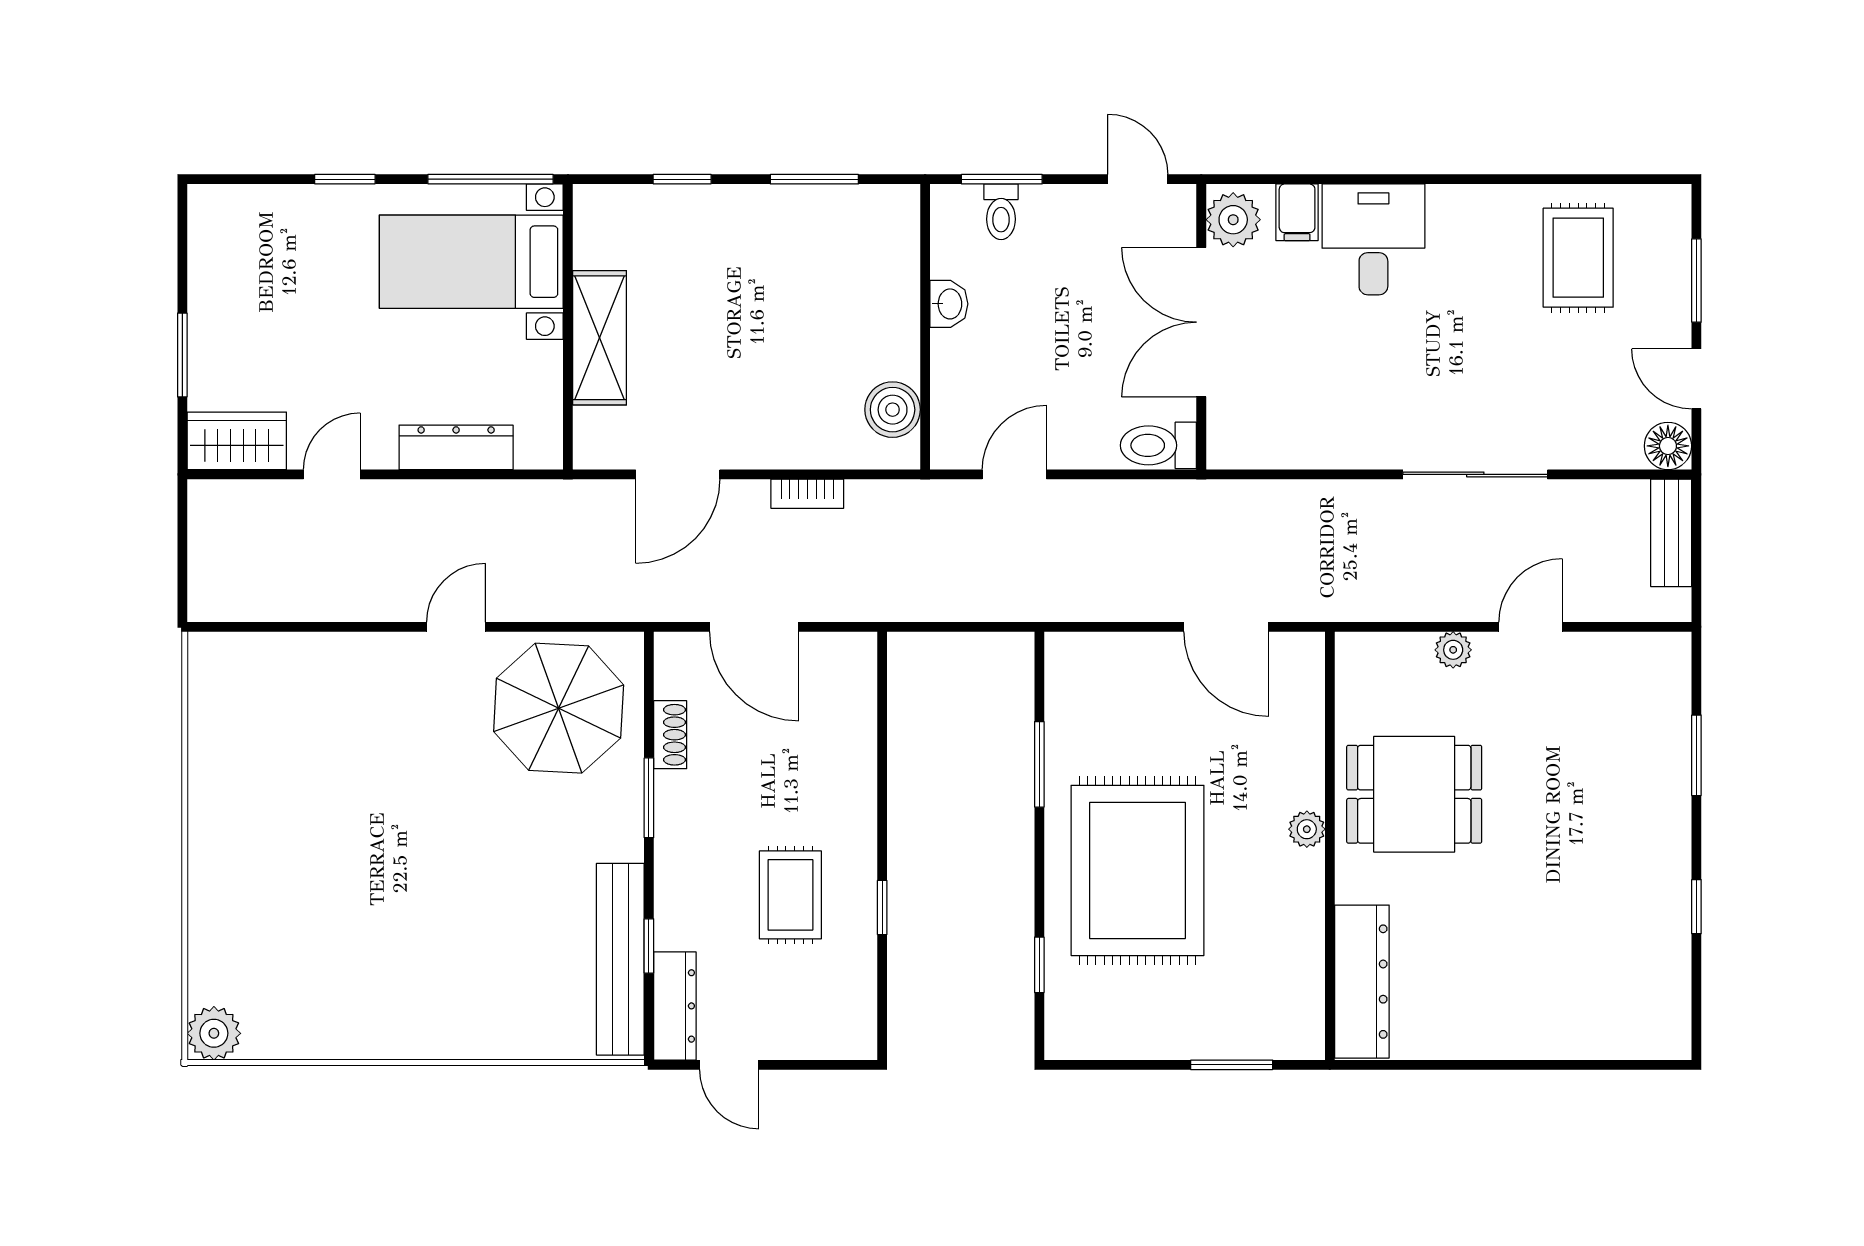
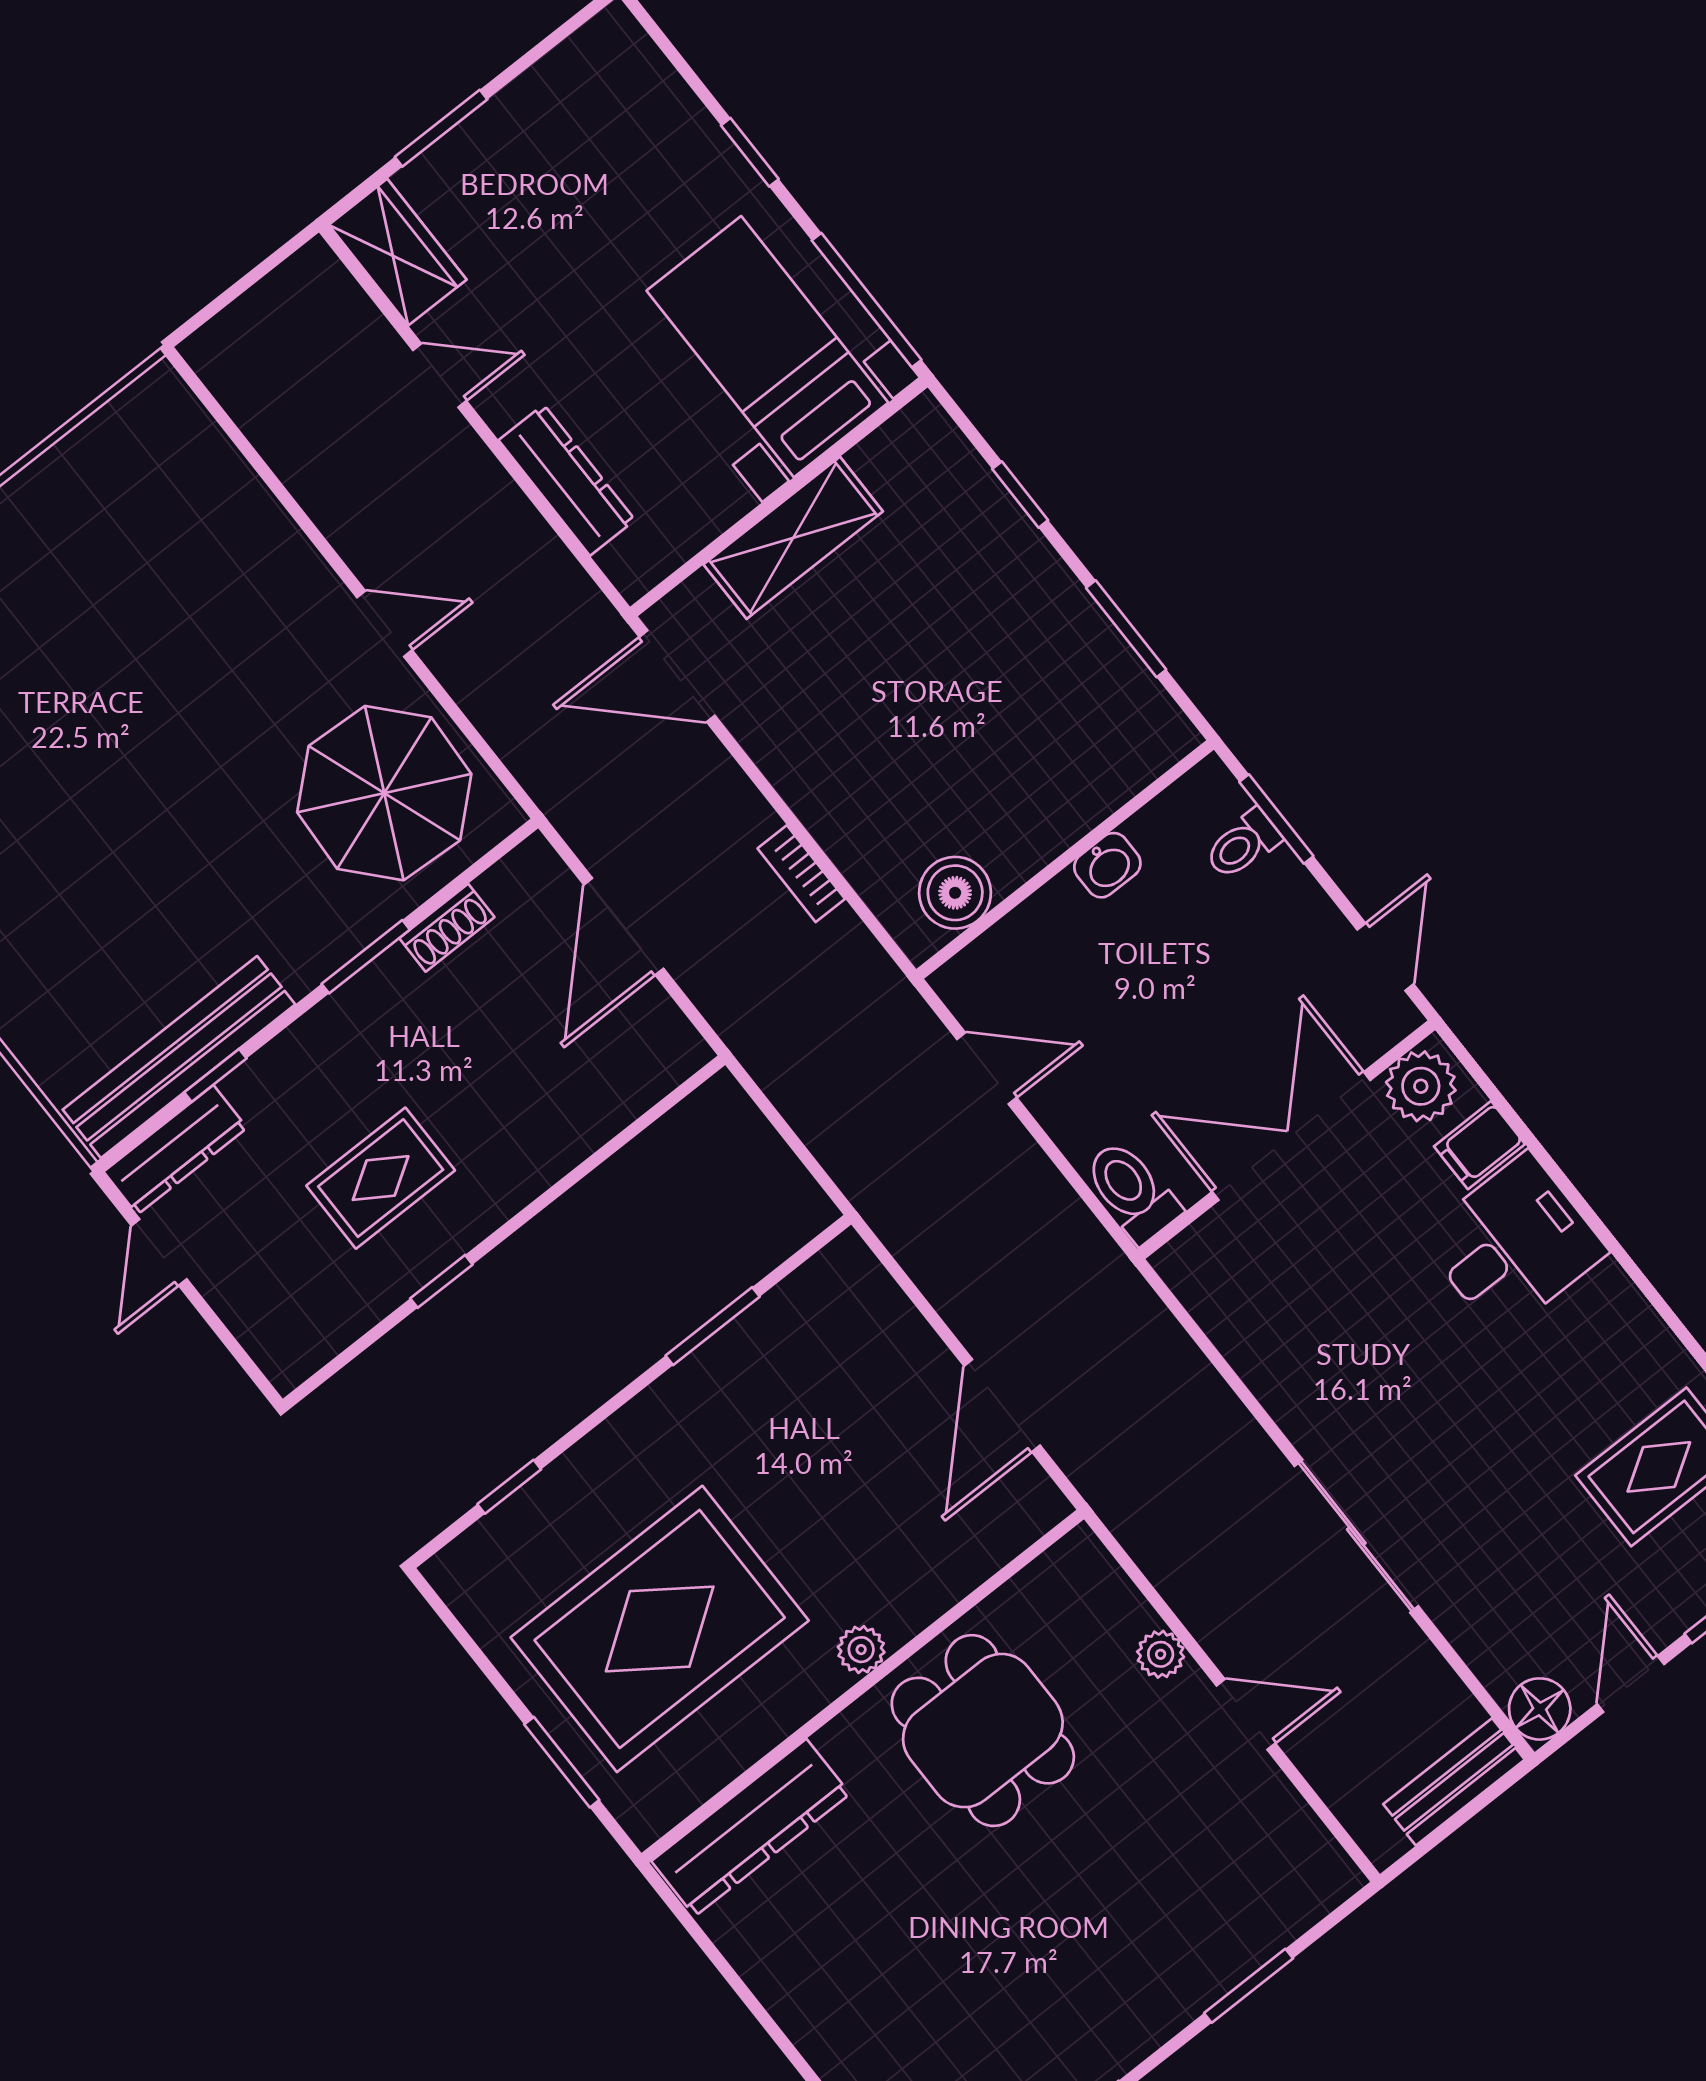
door: (678, 474) -> (677, 676), moved
rug: (1137, 870) -> (660, 1629), moved

